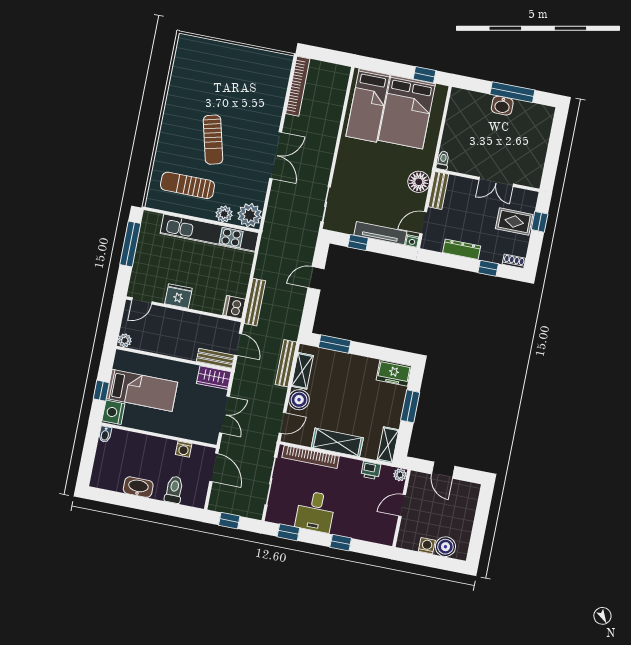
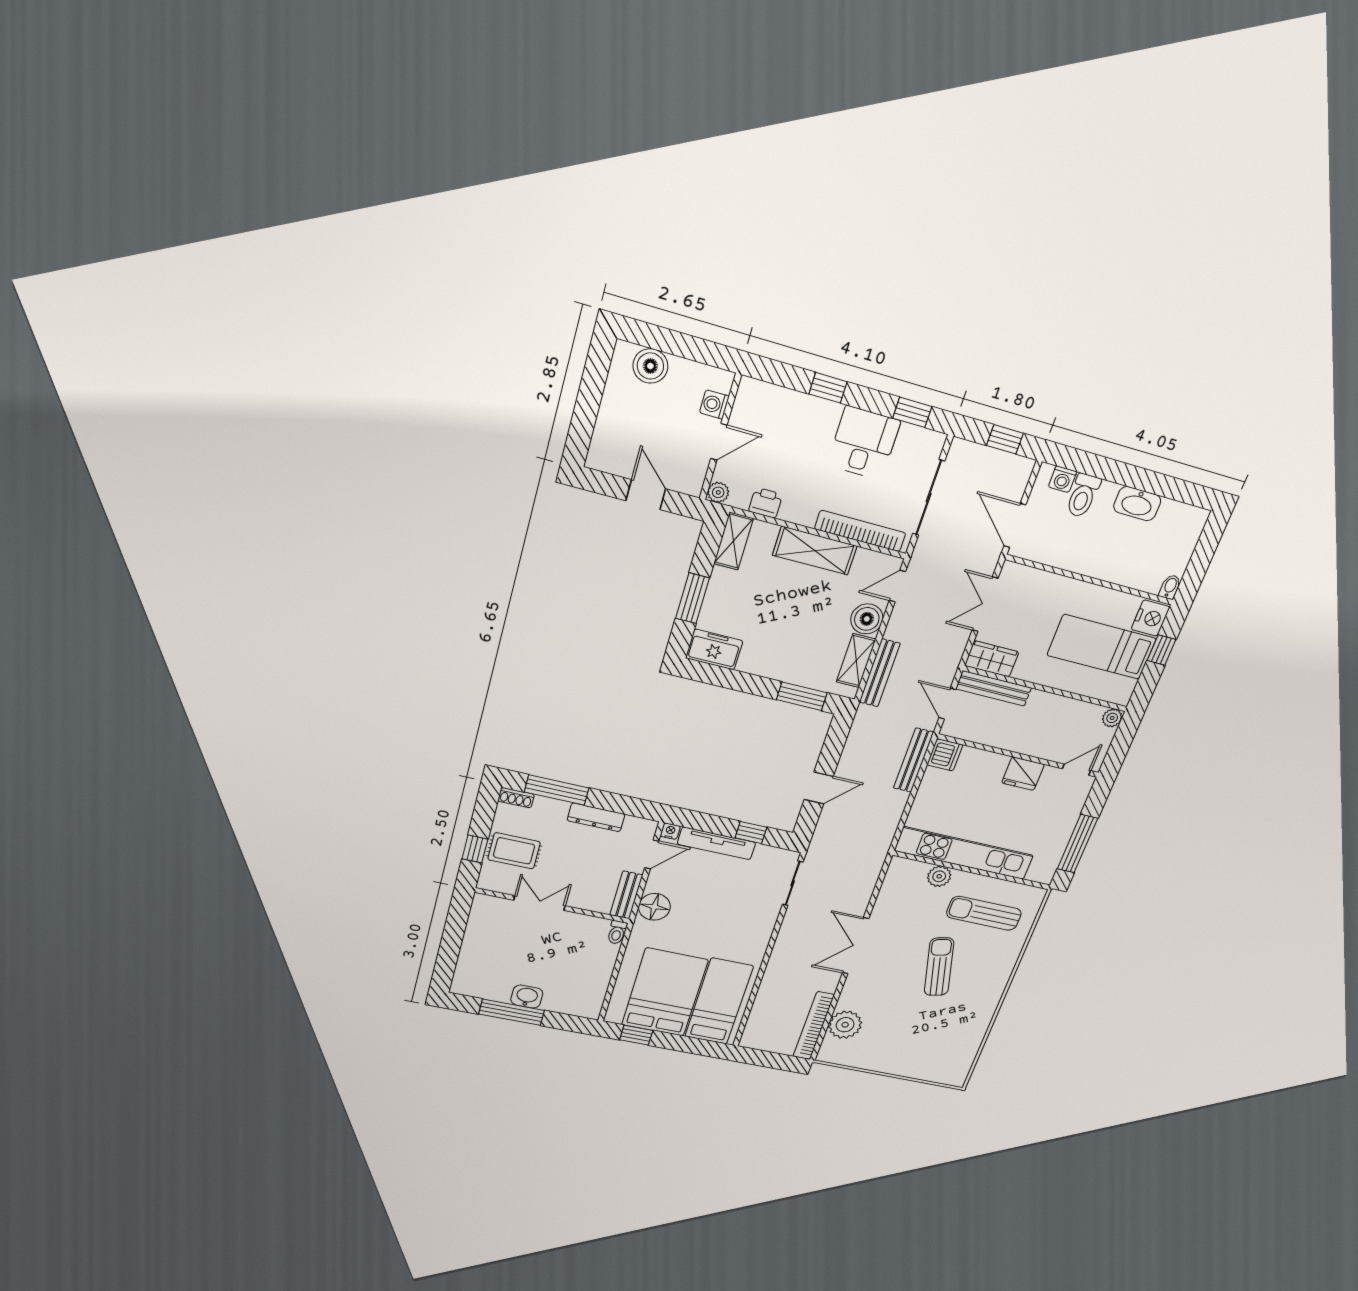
sun lounger: (187, 185) -> (984, 913), turned 180
plant: (250, 215) -> (845, 1025), moved
window: (488, 268) -> (557, 790), width x2.17
bench: (215, 358) -> (994, 688), width x1.36
washing machine: (184, 449) -> (1063, 479), moved, turned 180
washing machine: (427, 546) -> (714, 404), moved, turned 90

